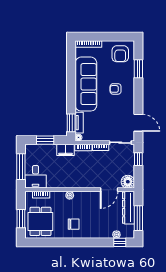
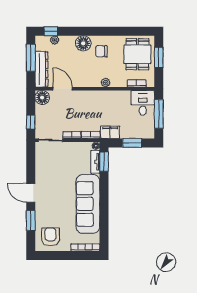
armchair: (116, 89) -> (56, 199), removed
door: (138, 123) -> (31, 193), moved
door: (109, 190) -> (63, 89), hinge flipped
floor lamp: (90, 231) -> (83, 43), added

